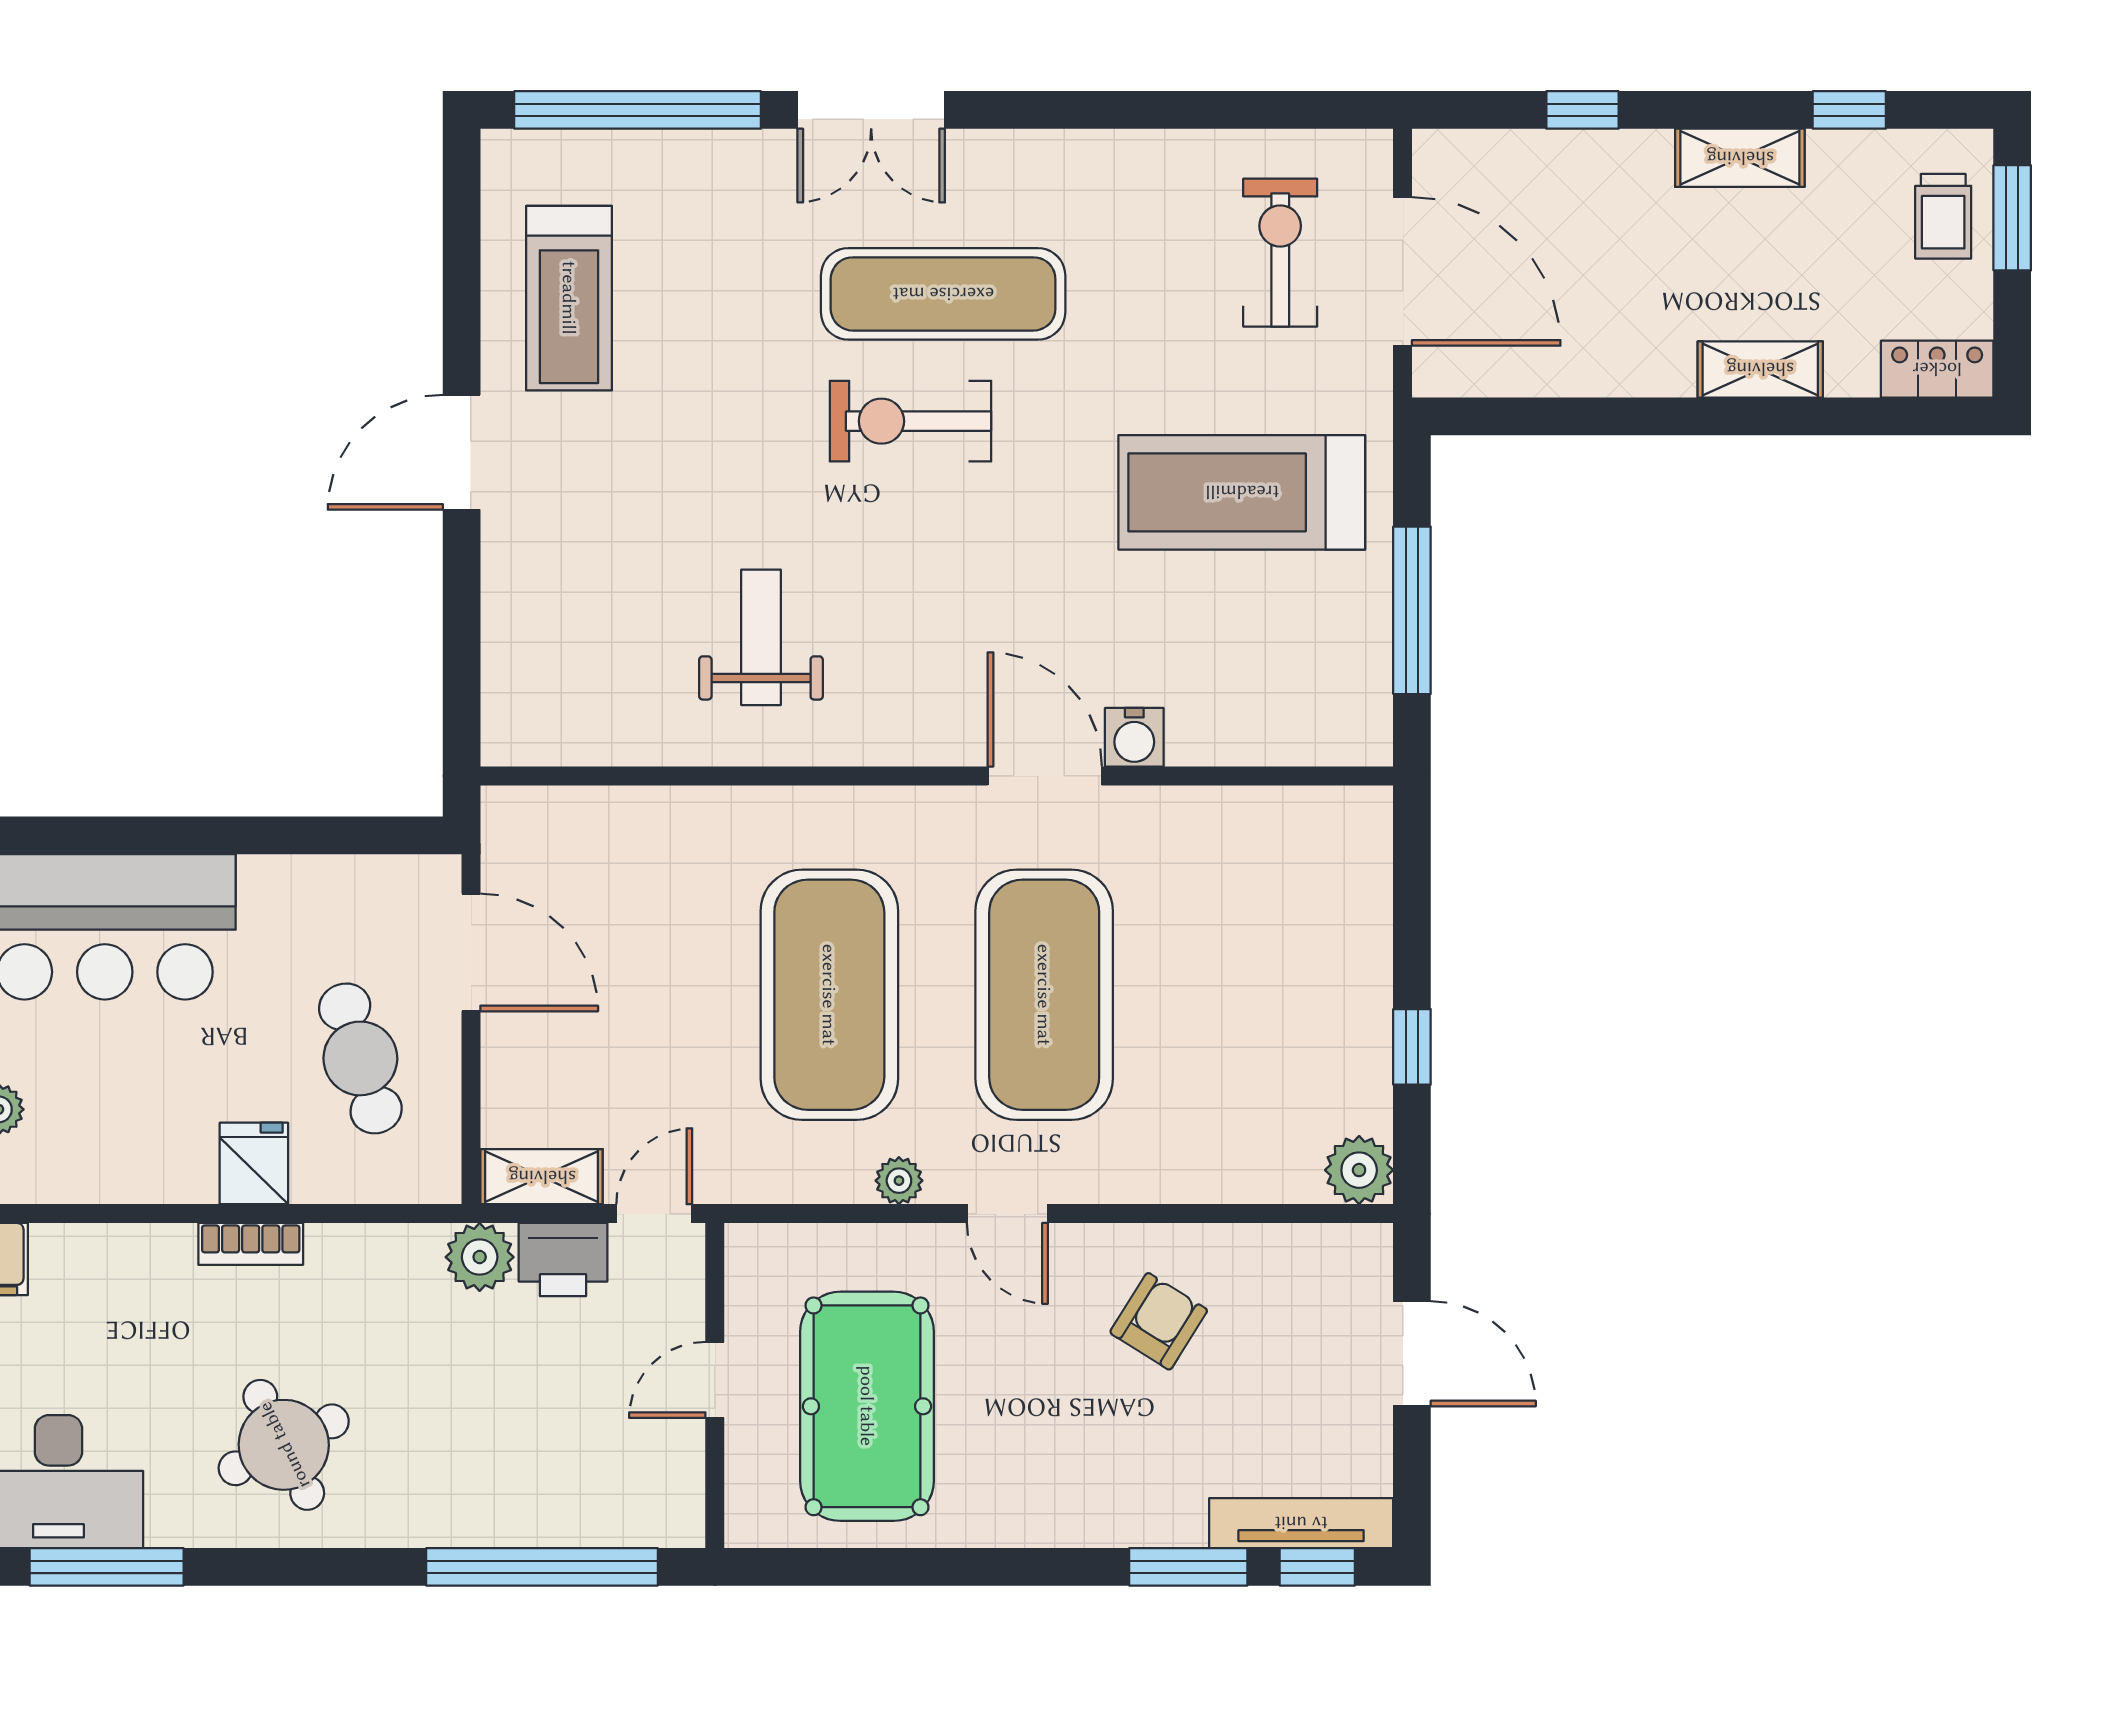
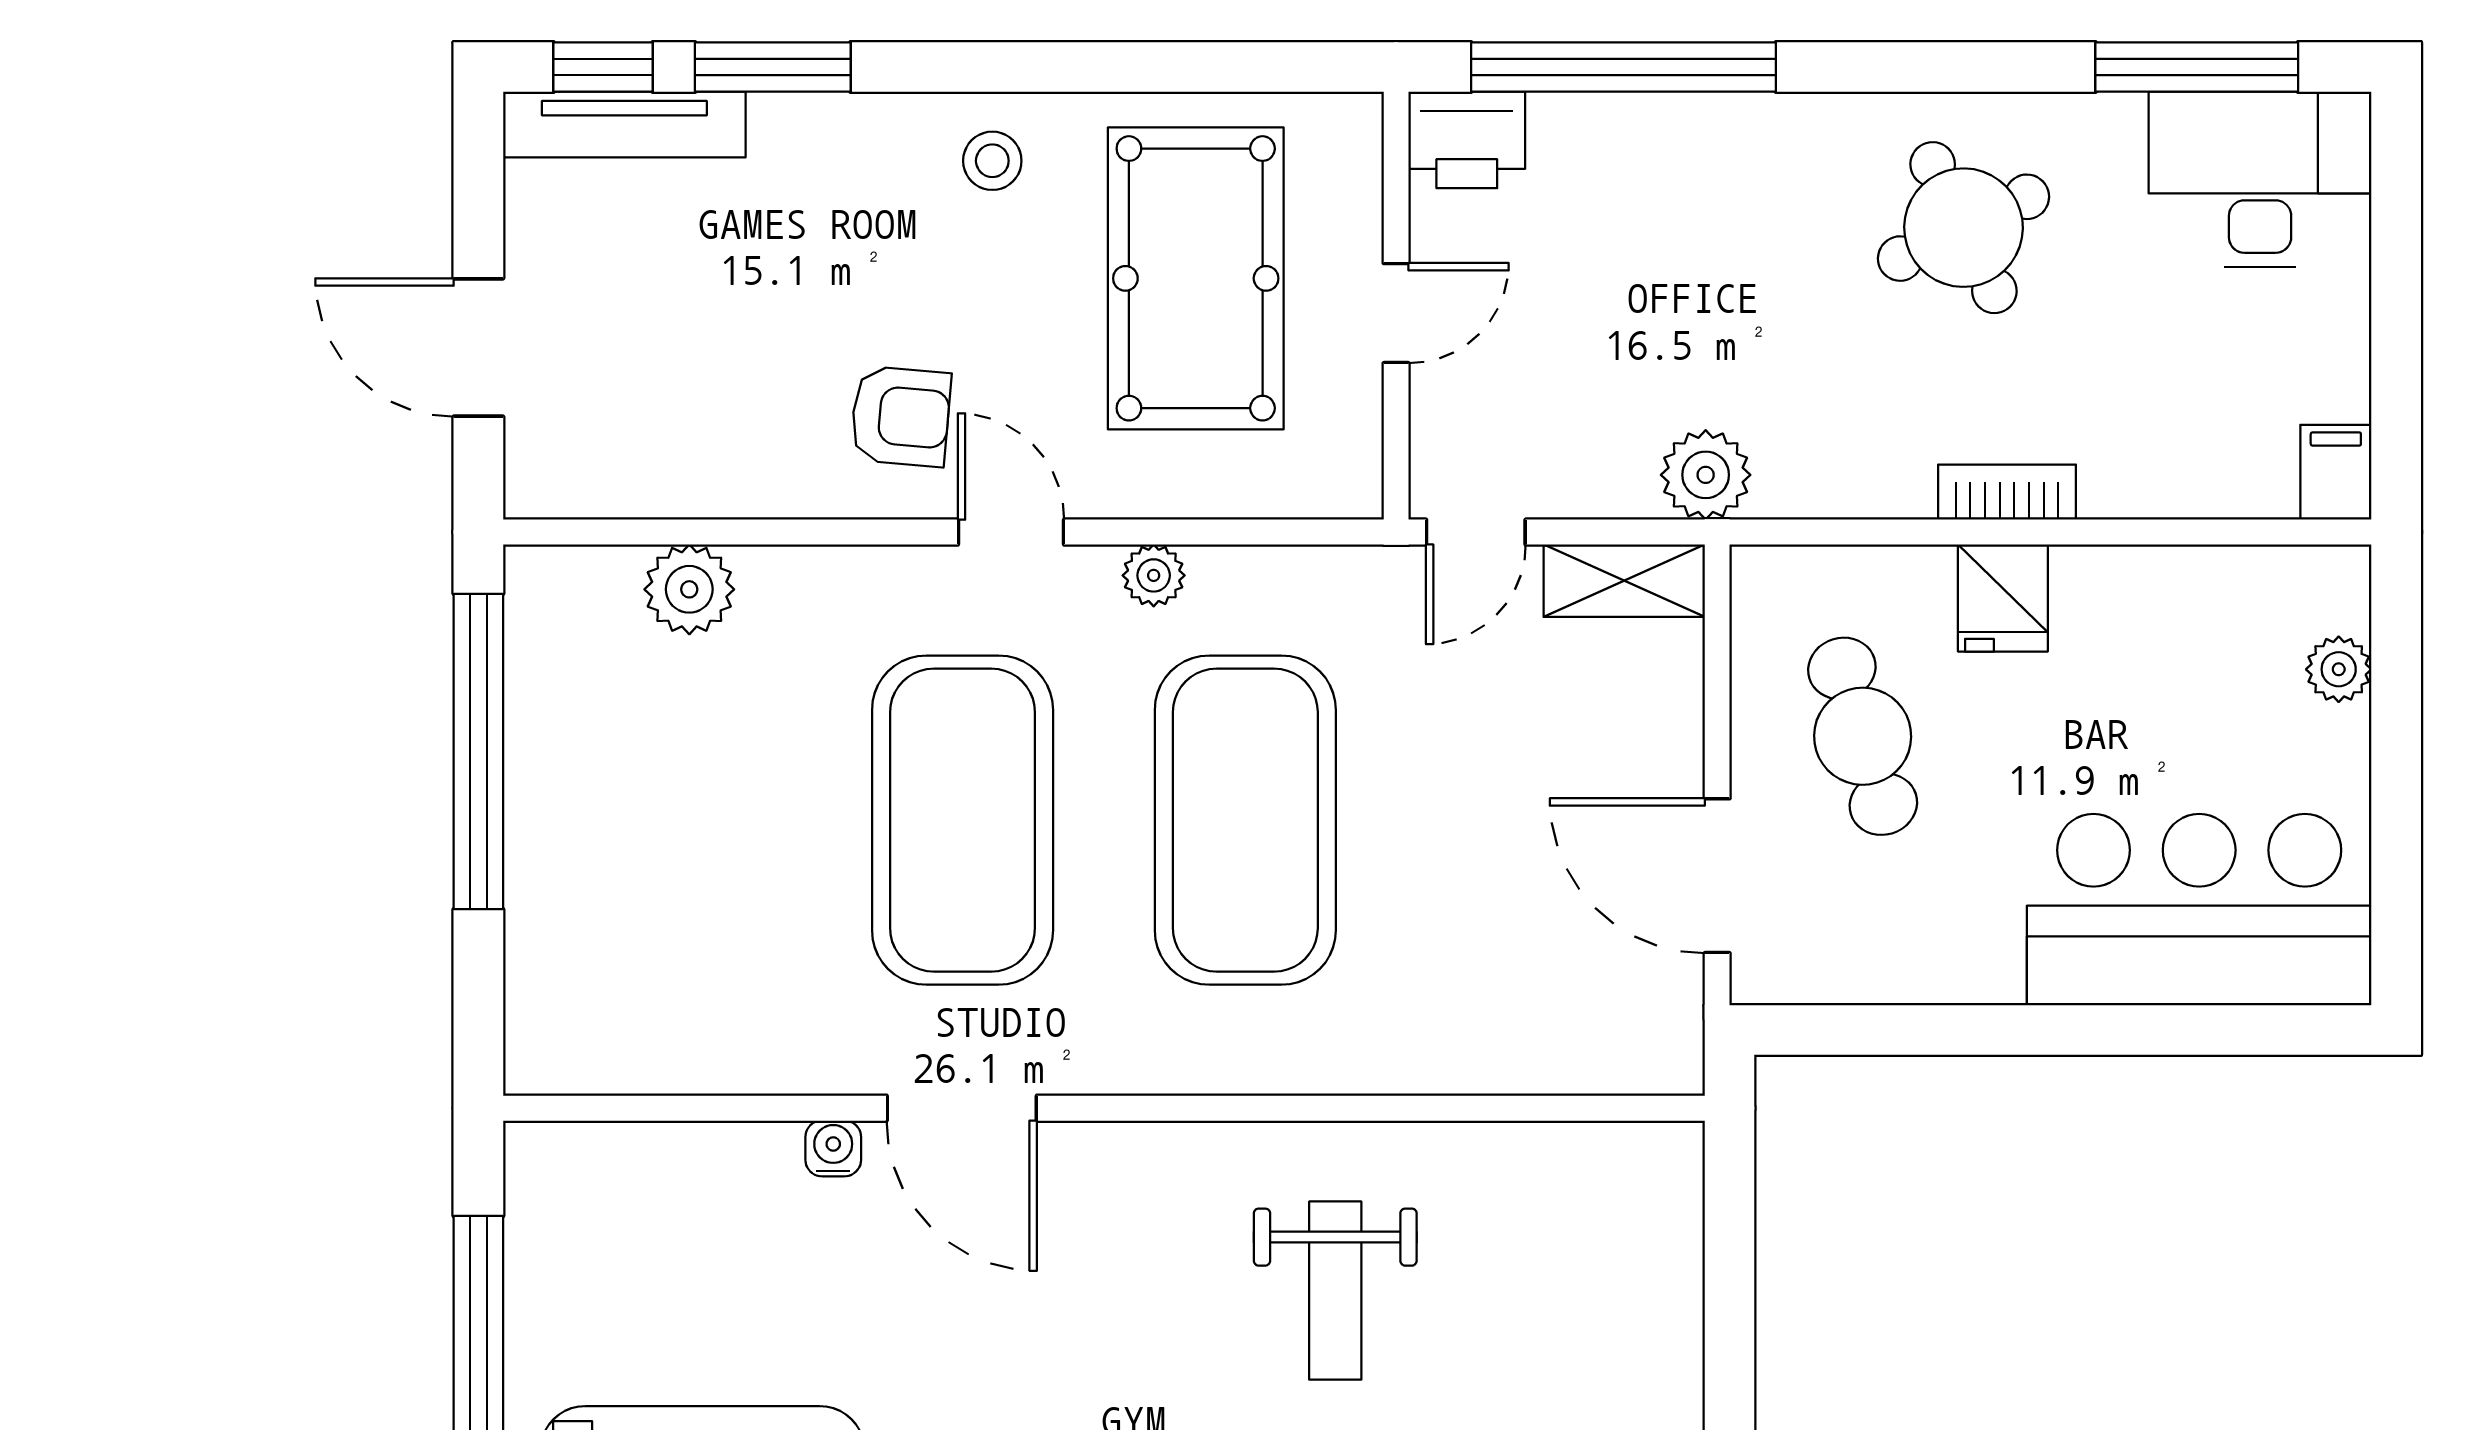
water cooler: (1134, 737) -> (833, 1148), width x0.72, depth x0.72
window: (1412, 1047) -> (478, 752), width x3.17
plant: (1359, 1170) -> (689, 589), moved
printer: (563, 1260) -> (1467, 140), moved, turned 180
armchair: (1159, 1321) -> (901, 416), moved, turned -117
stool: (1022, 1496) -> (992, 161), added

